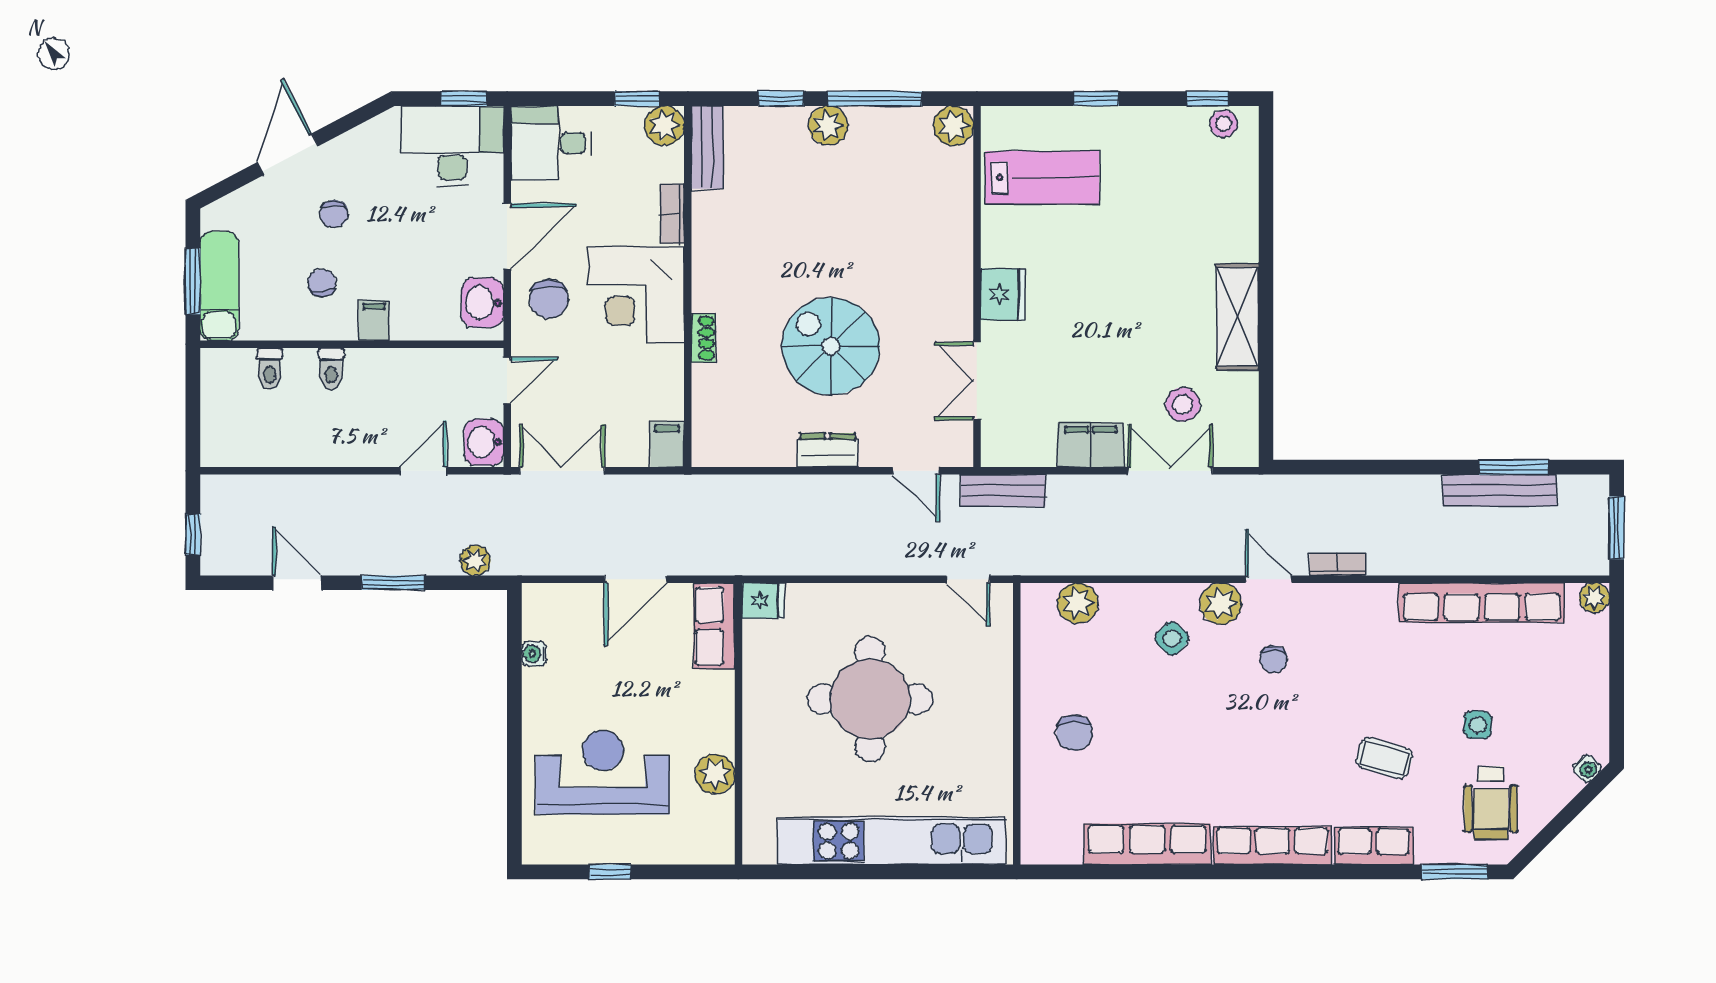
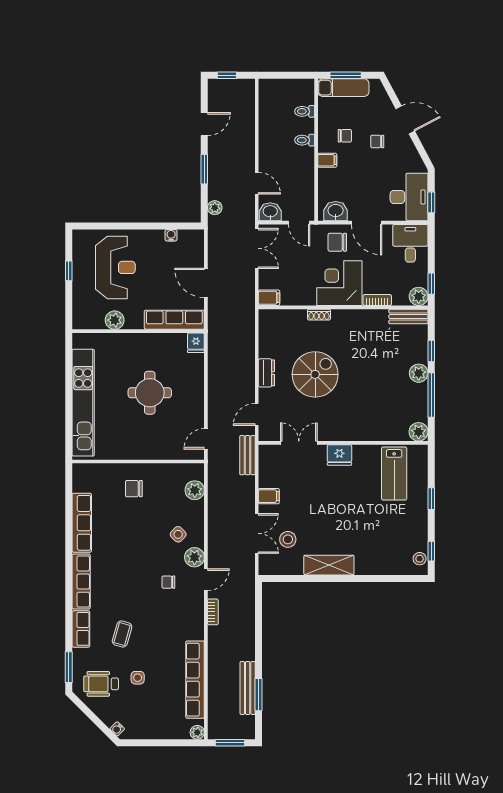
filing cabinet: (1090, 445) -> (269, 496), width x0.50
row of seats: (714, 626) -> (174, 320), width x1.48
round table: (870, 699) -> (150, 393), width x0.73, depth x0.73

